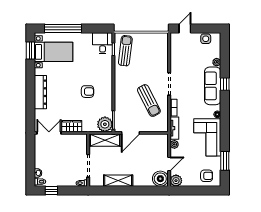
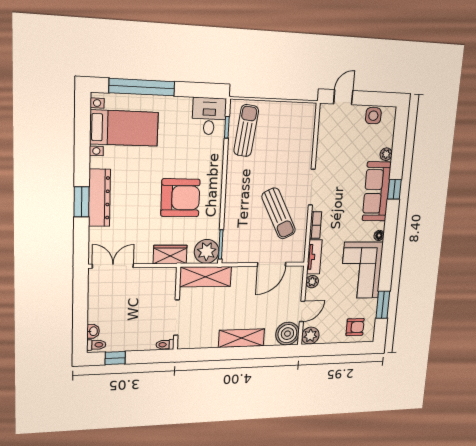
window: (30, 51) -> (82, 202), moved
armchair: (88, 92) -> (180, 198), width x1.88, depth x1.88
wardrobe: (72, 126) -> (170, 255), moved
door: (130, 133) -> (272, 264), moved
shelving: (118, 181) -> (241, 338), moved

